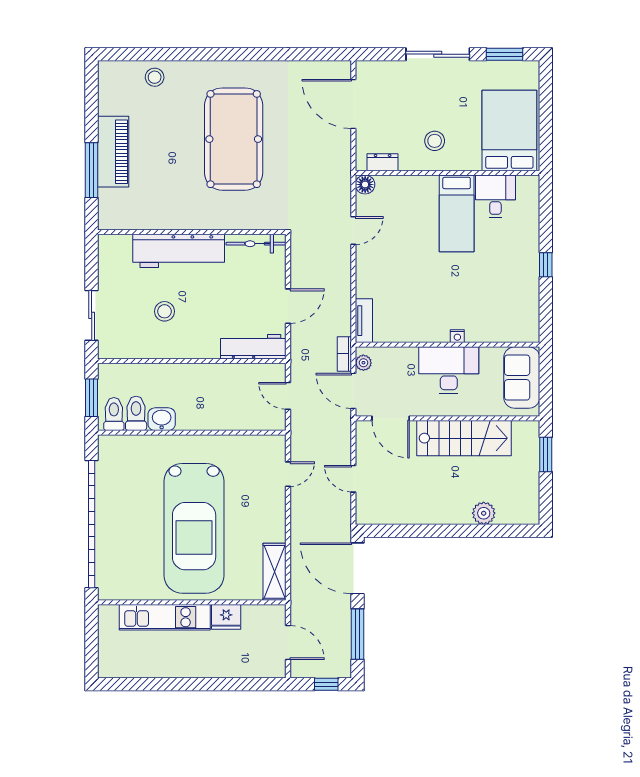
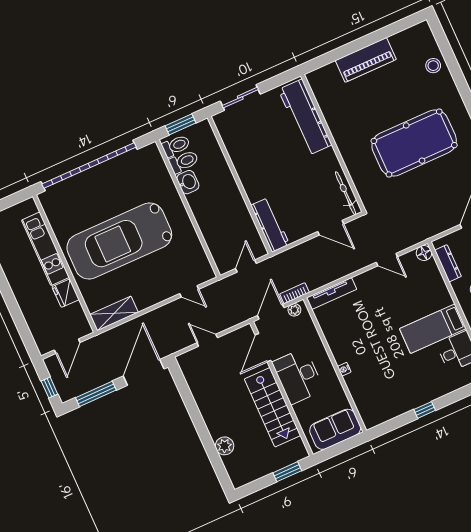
dresser: (383, 162) -> (448, 263), width x1.44
window: (92, 170) -> (345, 50), removed
workbench: (179, 251) -> (305, 117), moved
door: (288, 306) -> (331, 228), moved
stool: (164, 311) -> (267, 149), removed
tv unit: (364, 321) -> (332, 293), width x1.41
desk: (449, 370) -> (298, 376), moved, turned 180
door: (353, 479) -> (207, 340), hinge flipped

